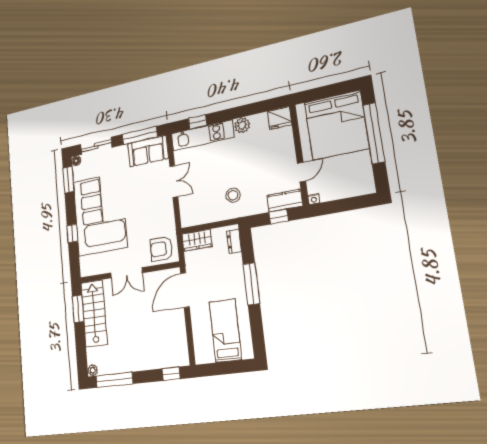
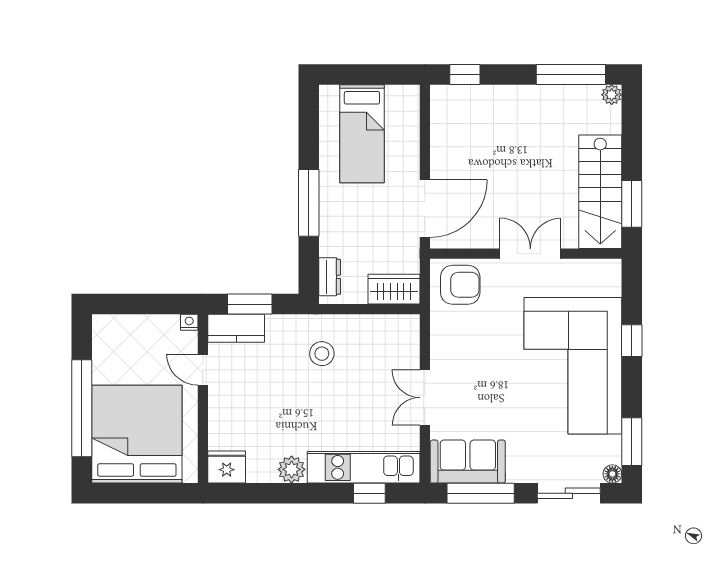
door: (301, 172) -> (203, 370), hinge flipped
window: (279, 217) -> (250, 304), width x1.50

